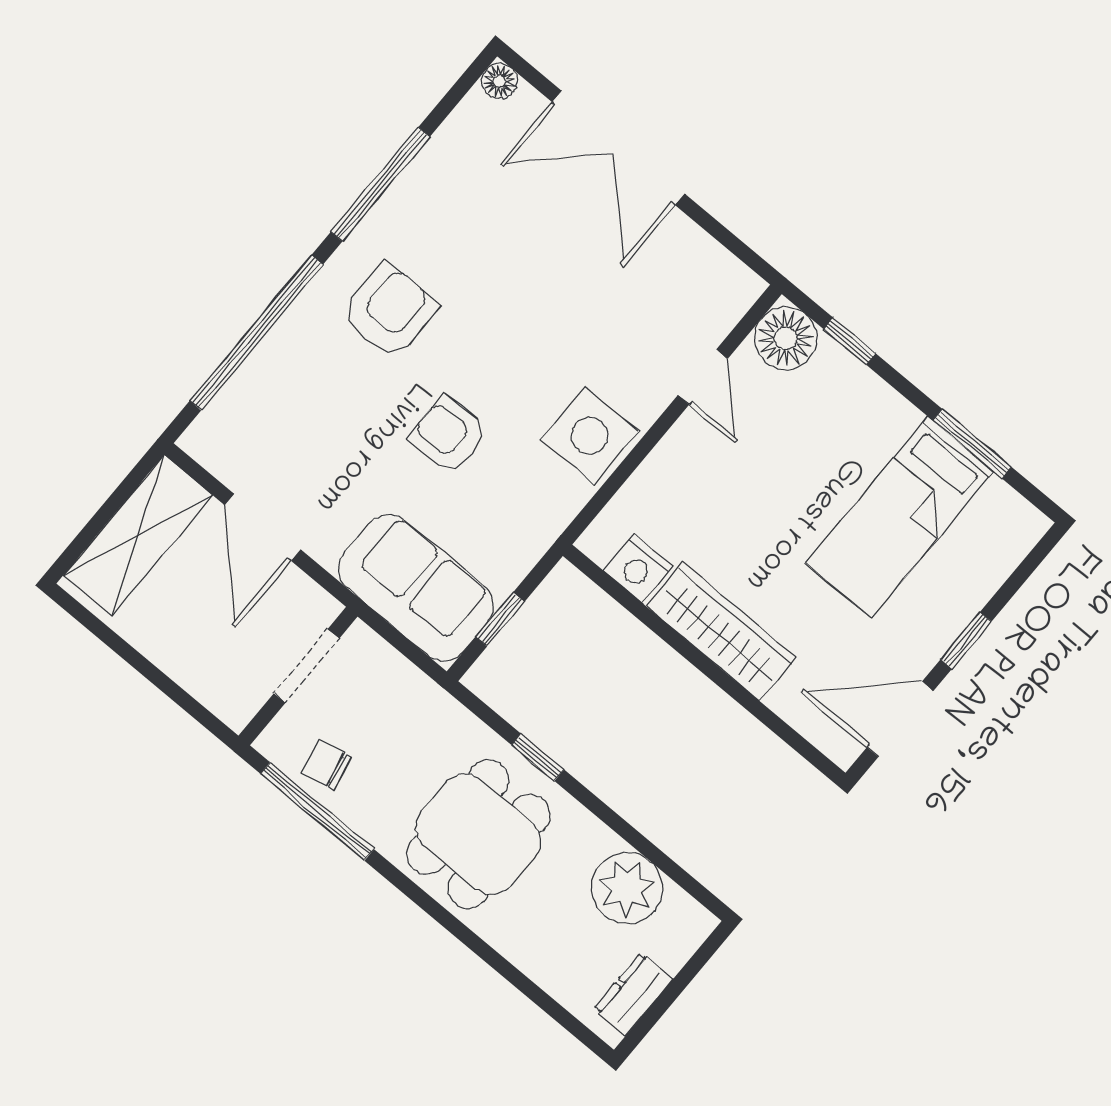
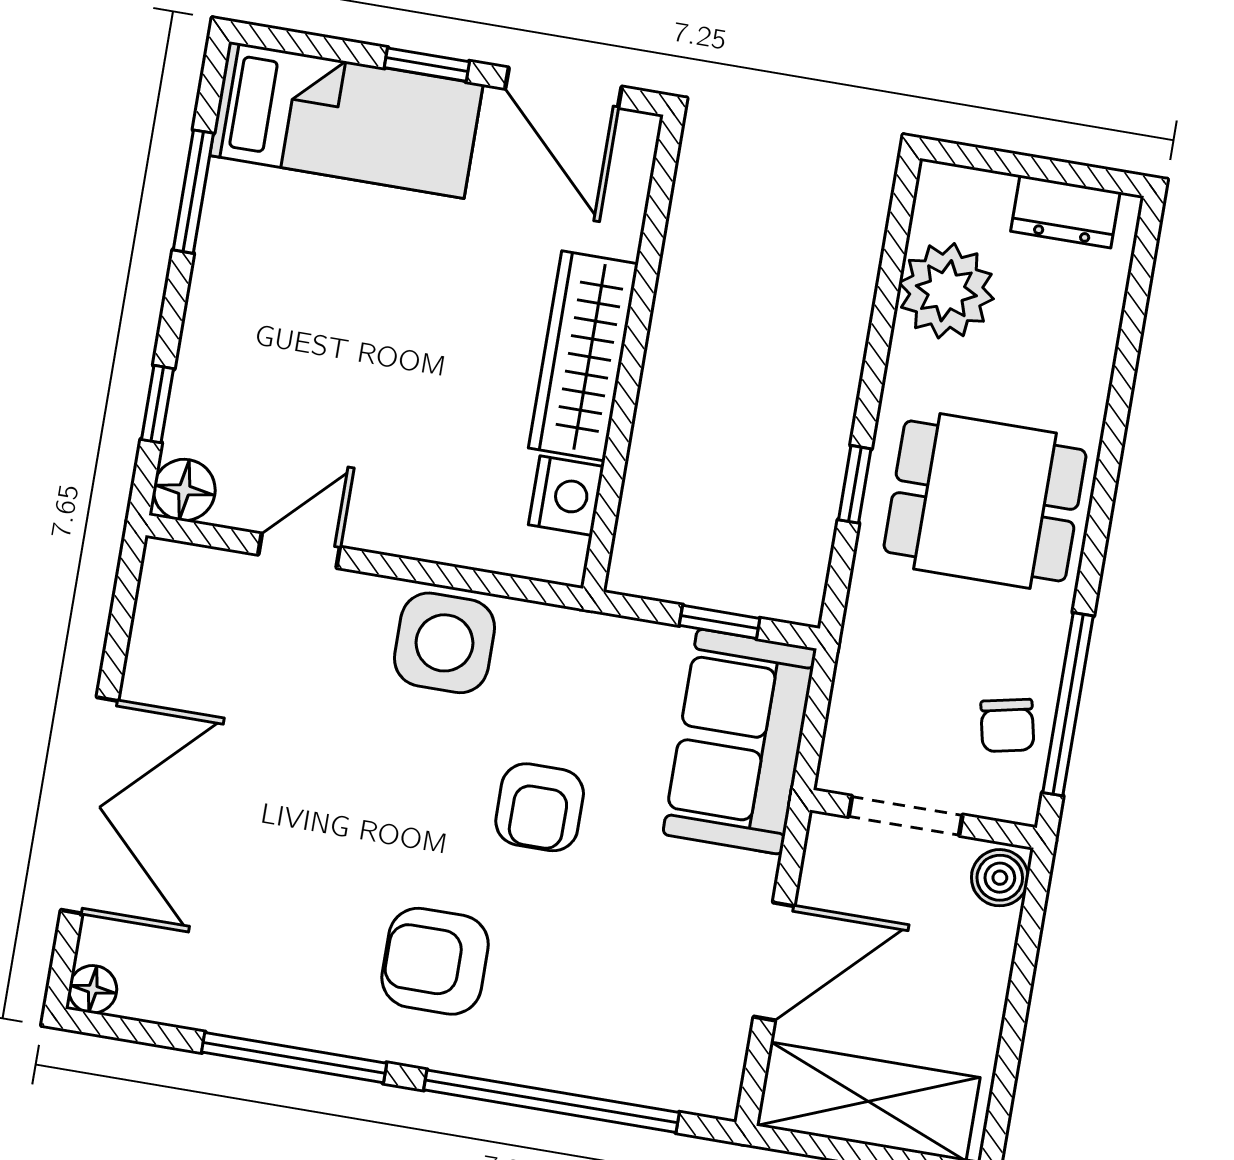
floor lamp: (786, 338) -> (184, 490), width x0.73, depth x0.73
bed: (900, 517) -> (346, 120), moved
boiler: (232, 703) -> (1000, 878), added

